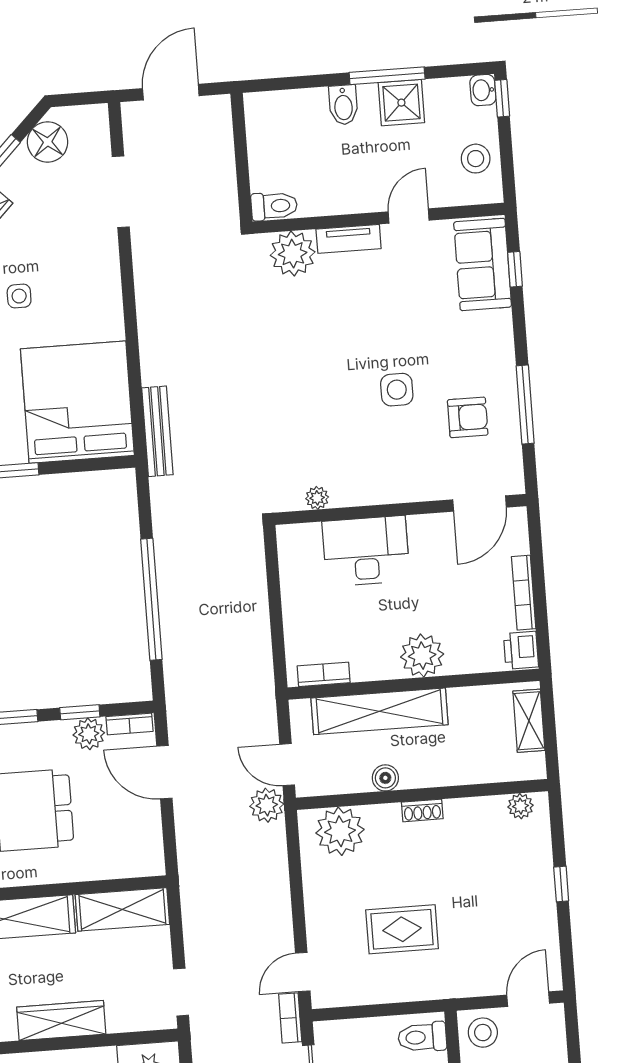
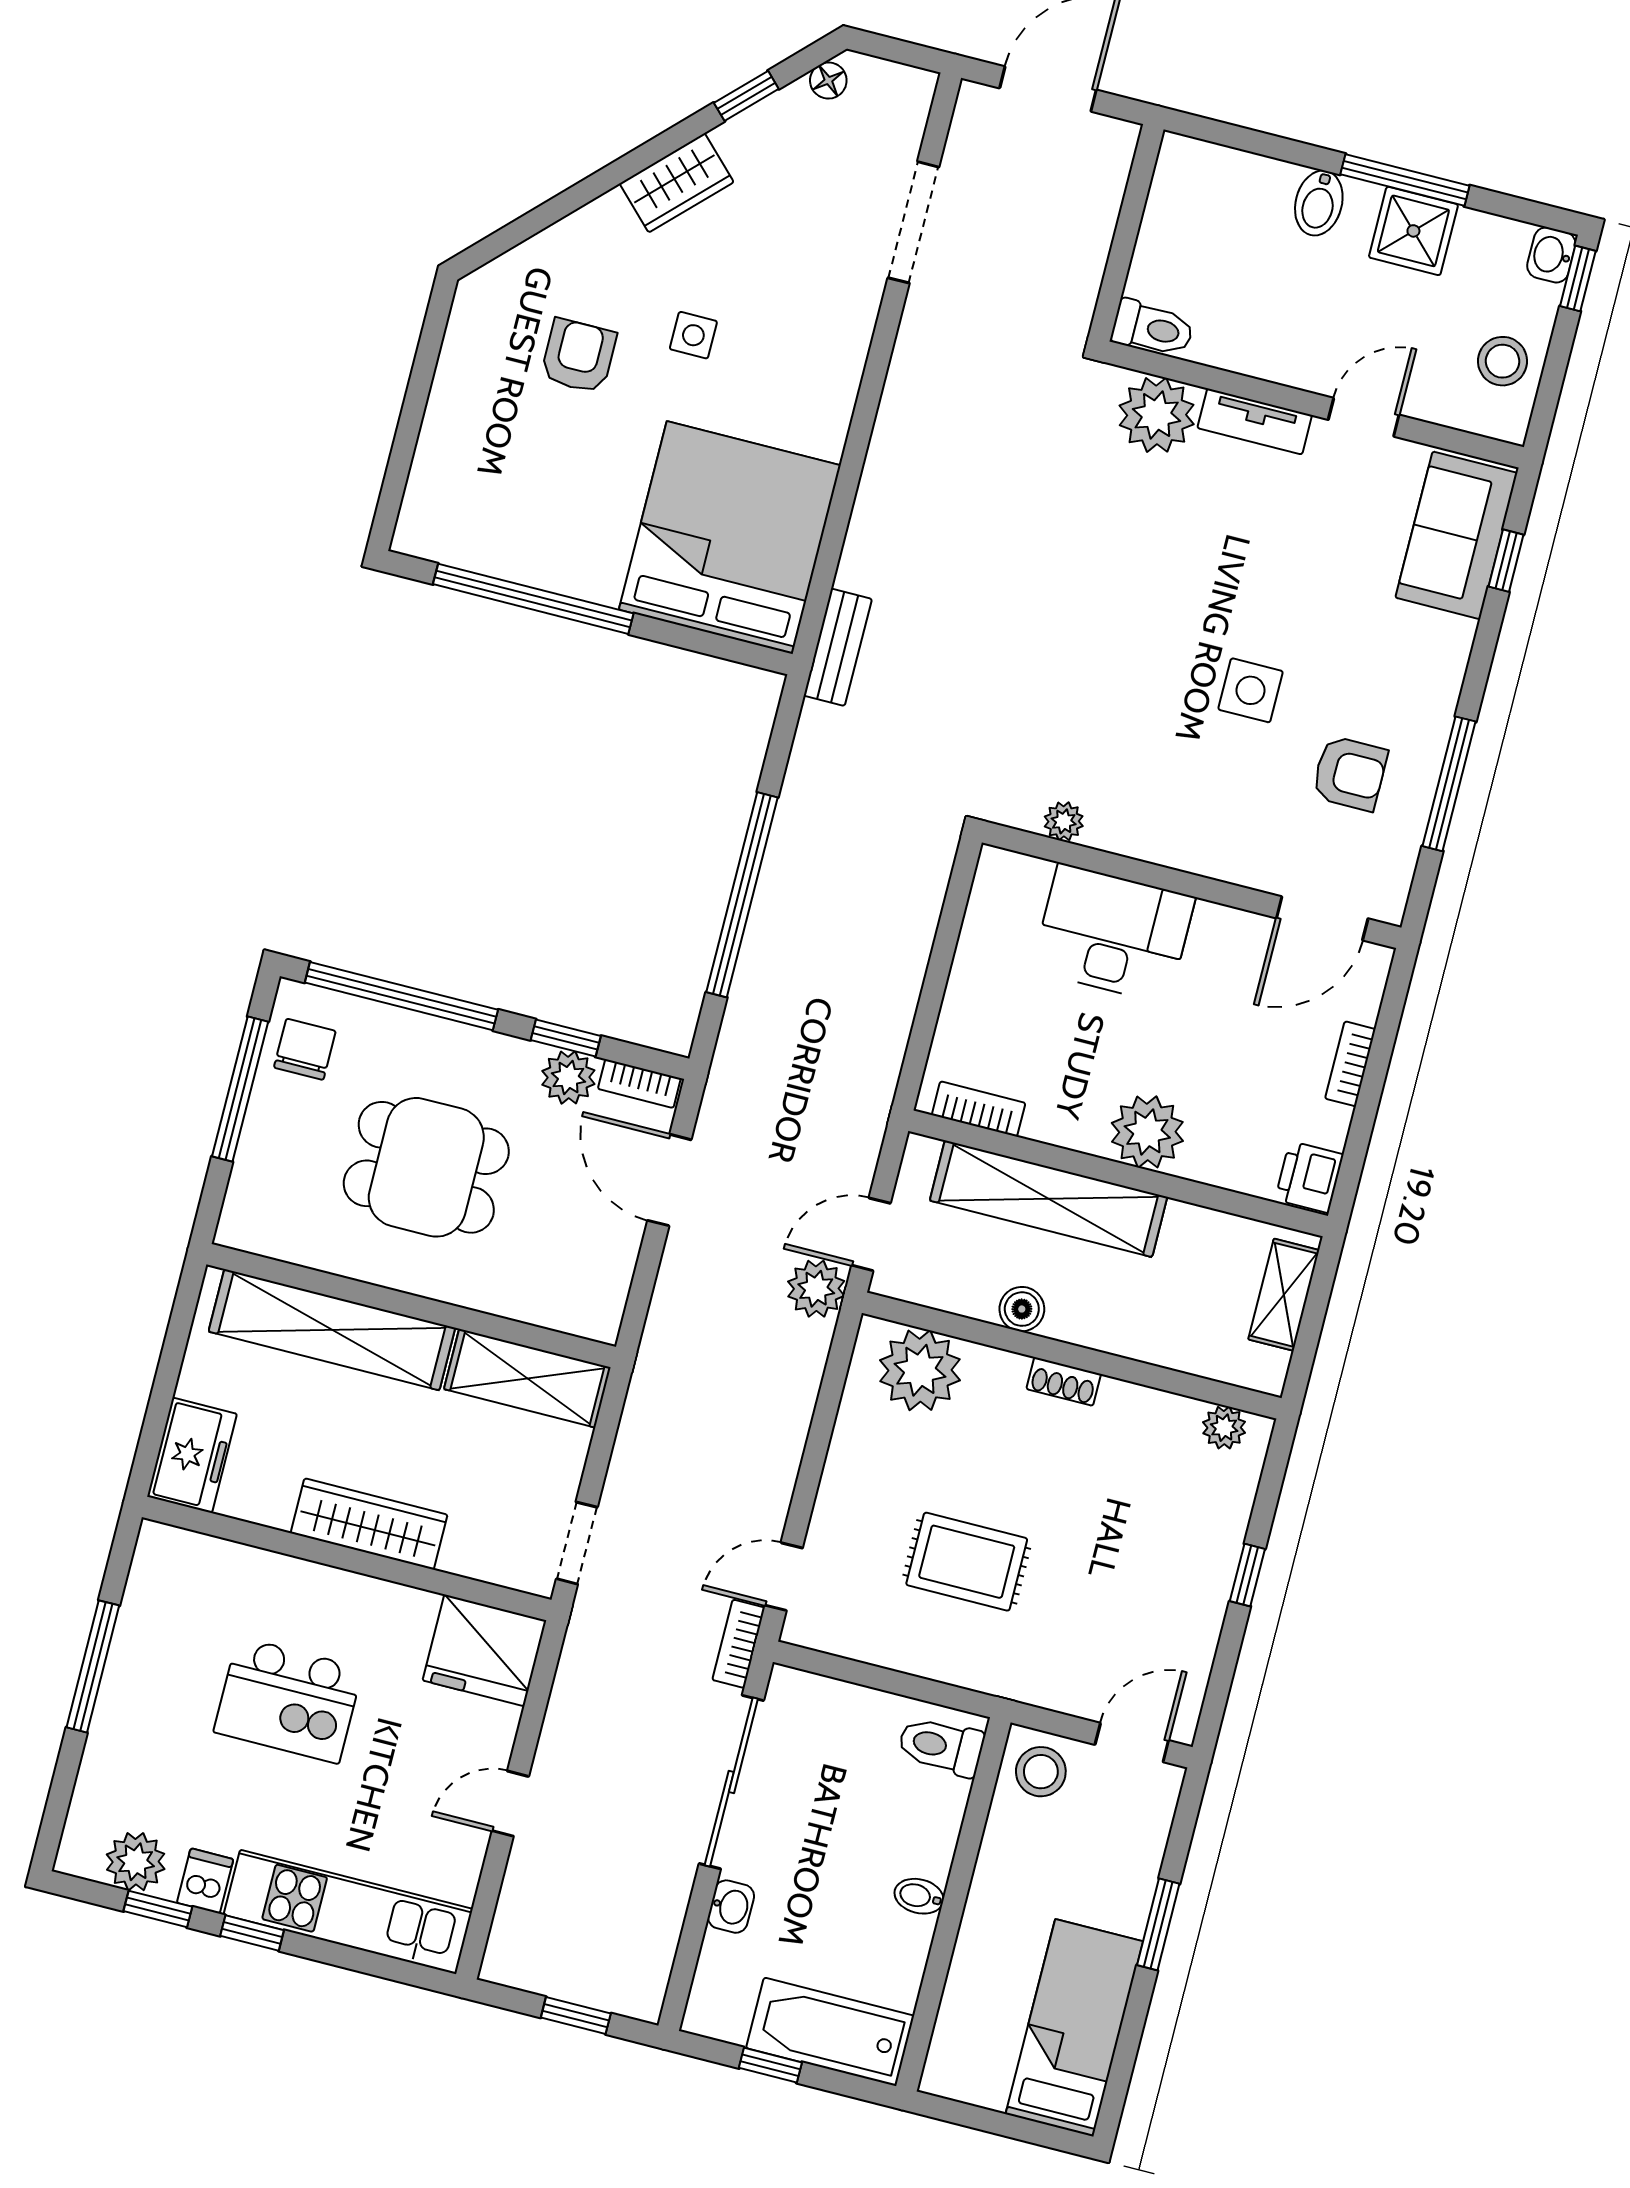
floor lamp: (48, 142) -> (828, 81), width x0.53, depth x0.53
bench: (157, 431) -> (838, 647), width x0.73
bookcase: (524, 593) -> (1350, 1064), width x0.64
door: (287, 765) -> (871, 1234), hinge flipped

